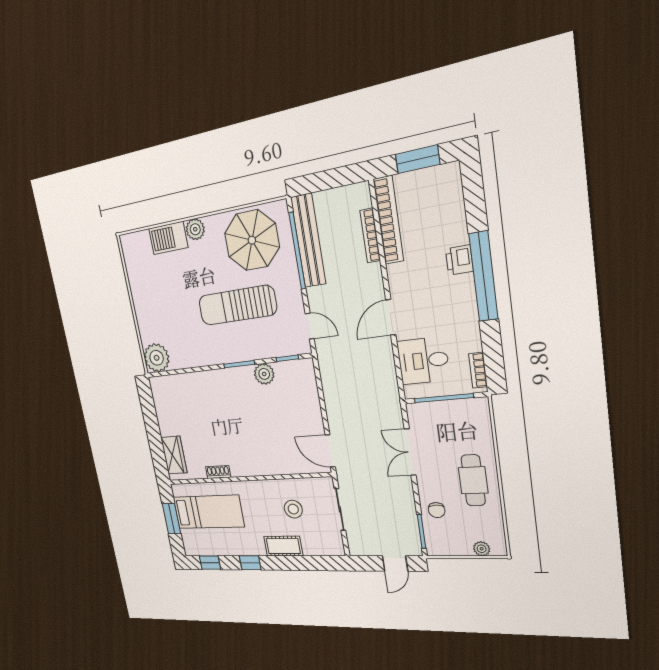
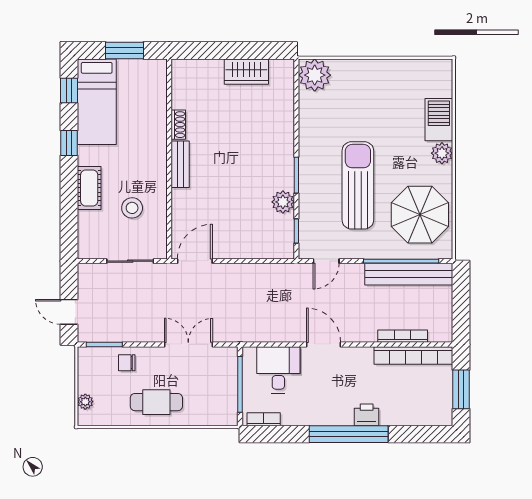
wardrobe: (174, 455) -> (246, 72), moved
bench: (250, 469) -> (180, 164), added
bed: (208, 512) -> (97, 102), moved

